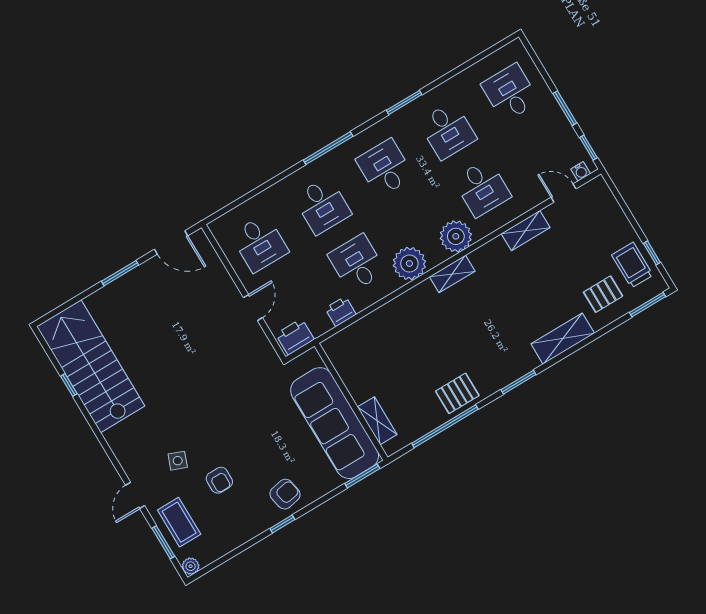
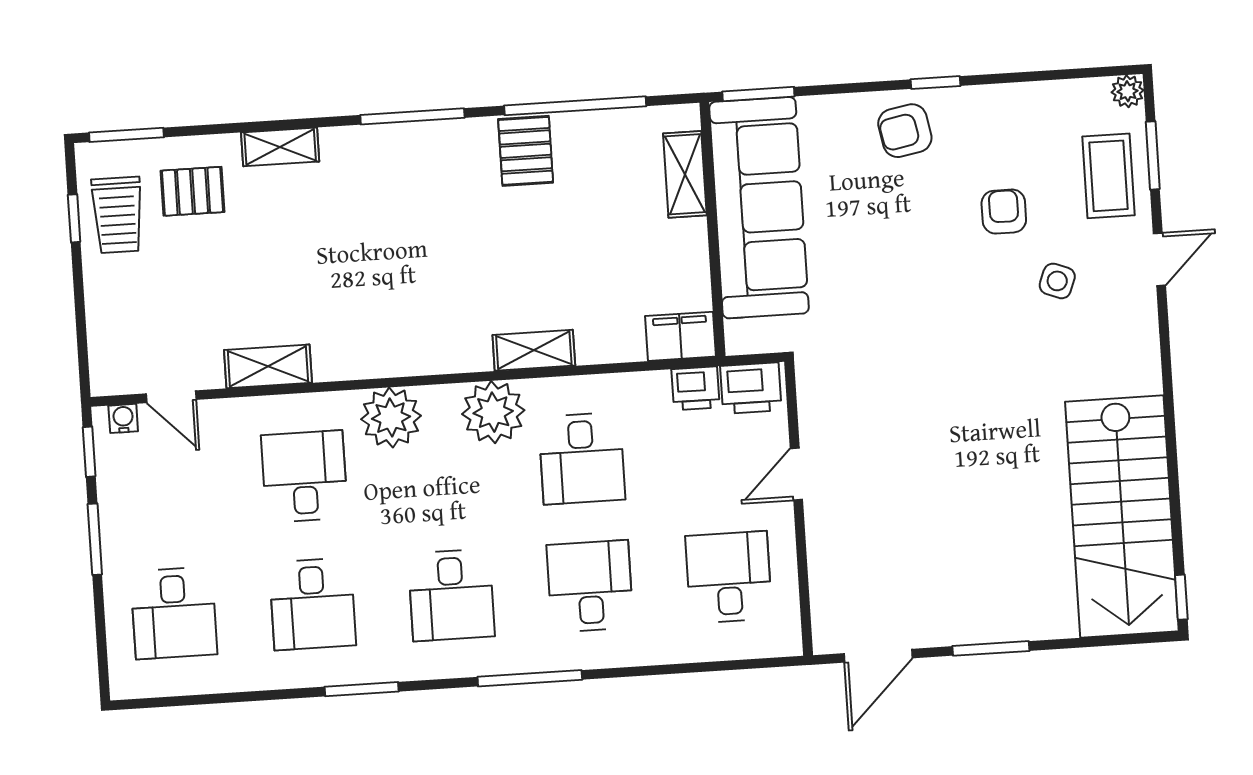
desk: (447, 130) -> (313, 604), turned 180
door: (171, 243) -> (878, 656), swing flipped
shelving: (452, 274) -> (534, 350), moved
printer: (341, 311) -> (696, 388), moved
shelving: (563, 339) -> (280, 147), width x0.67, depth x0.75
filing cabinet: (340, 344) -> (681, 336), added
window: (518, 382) -> (412, 116), width x1.44
window: (69, 385) -> (1181, 597), moved
pallet: (457, 393) -> (526, 151), turned 90

